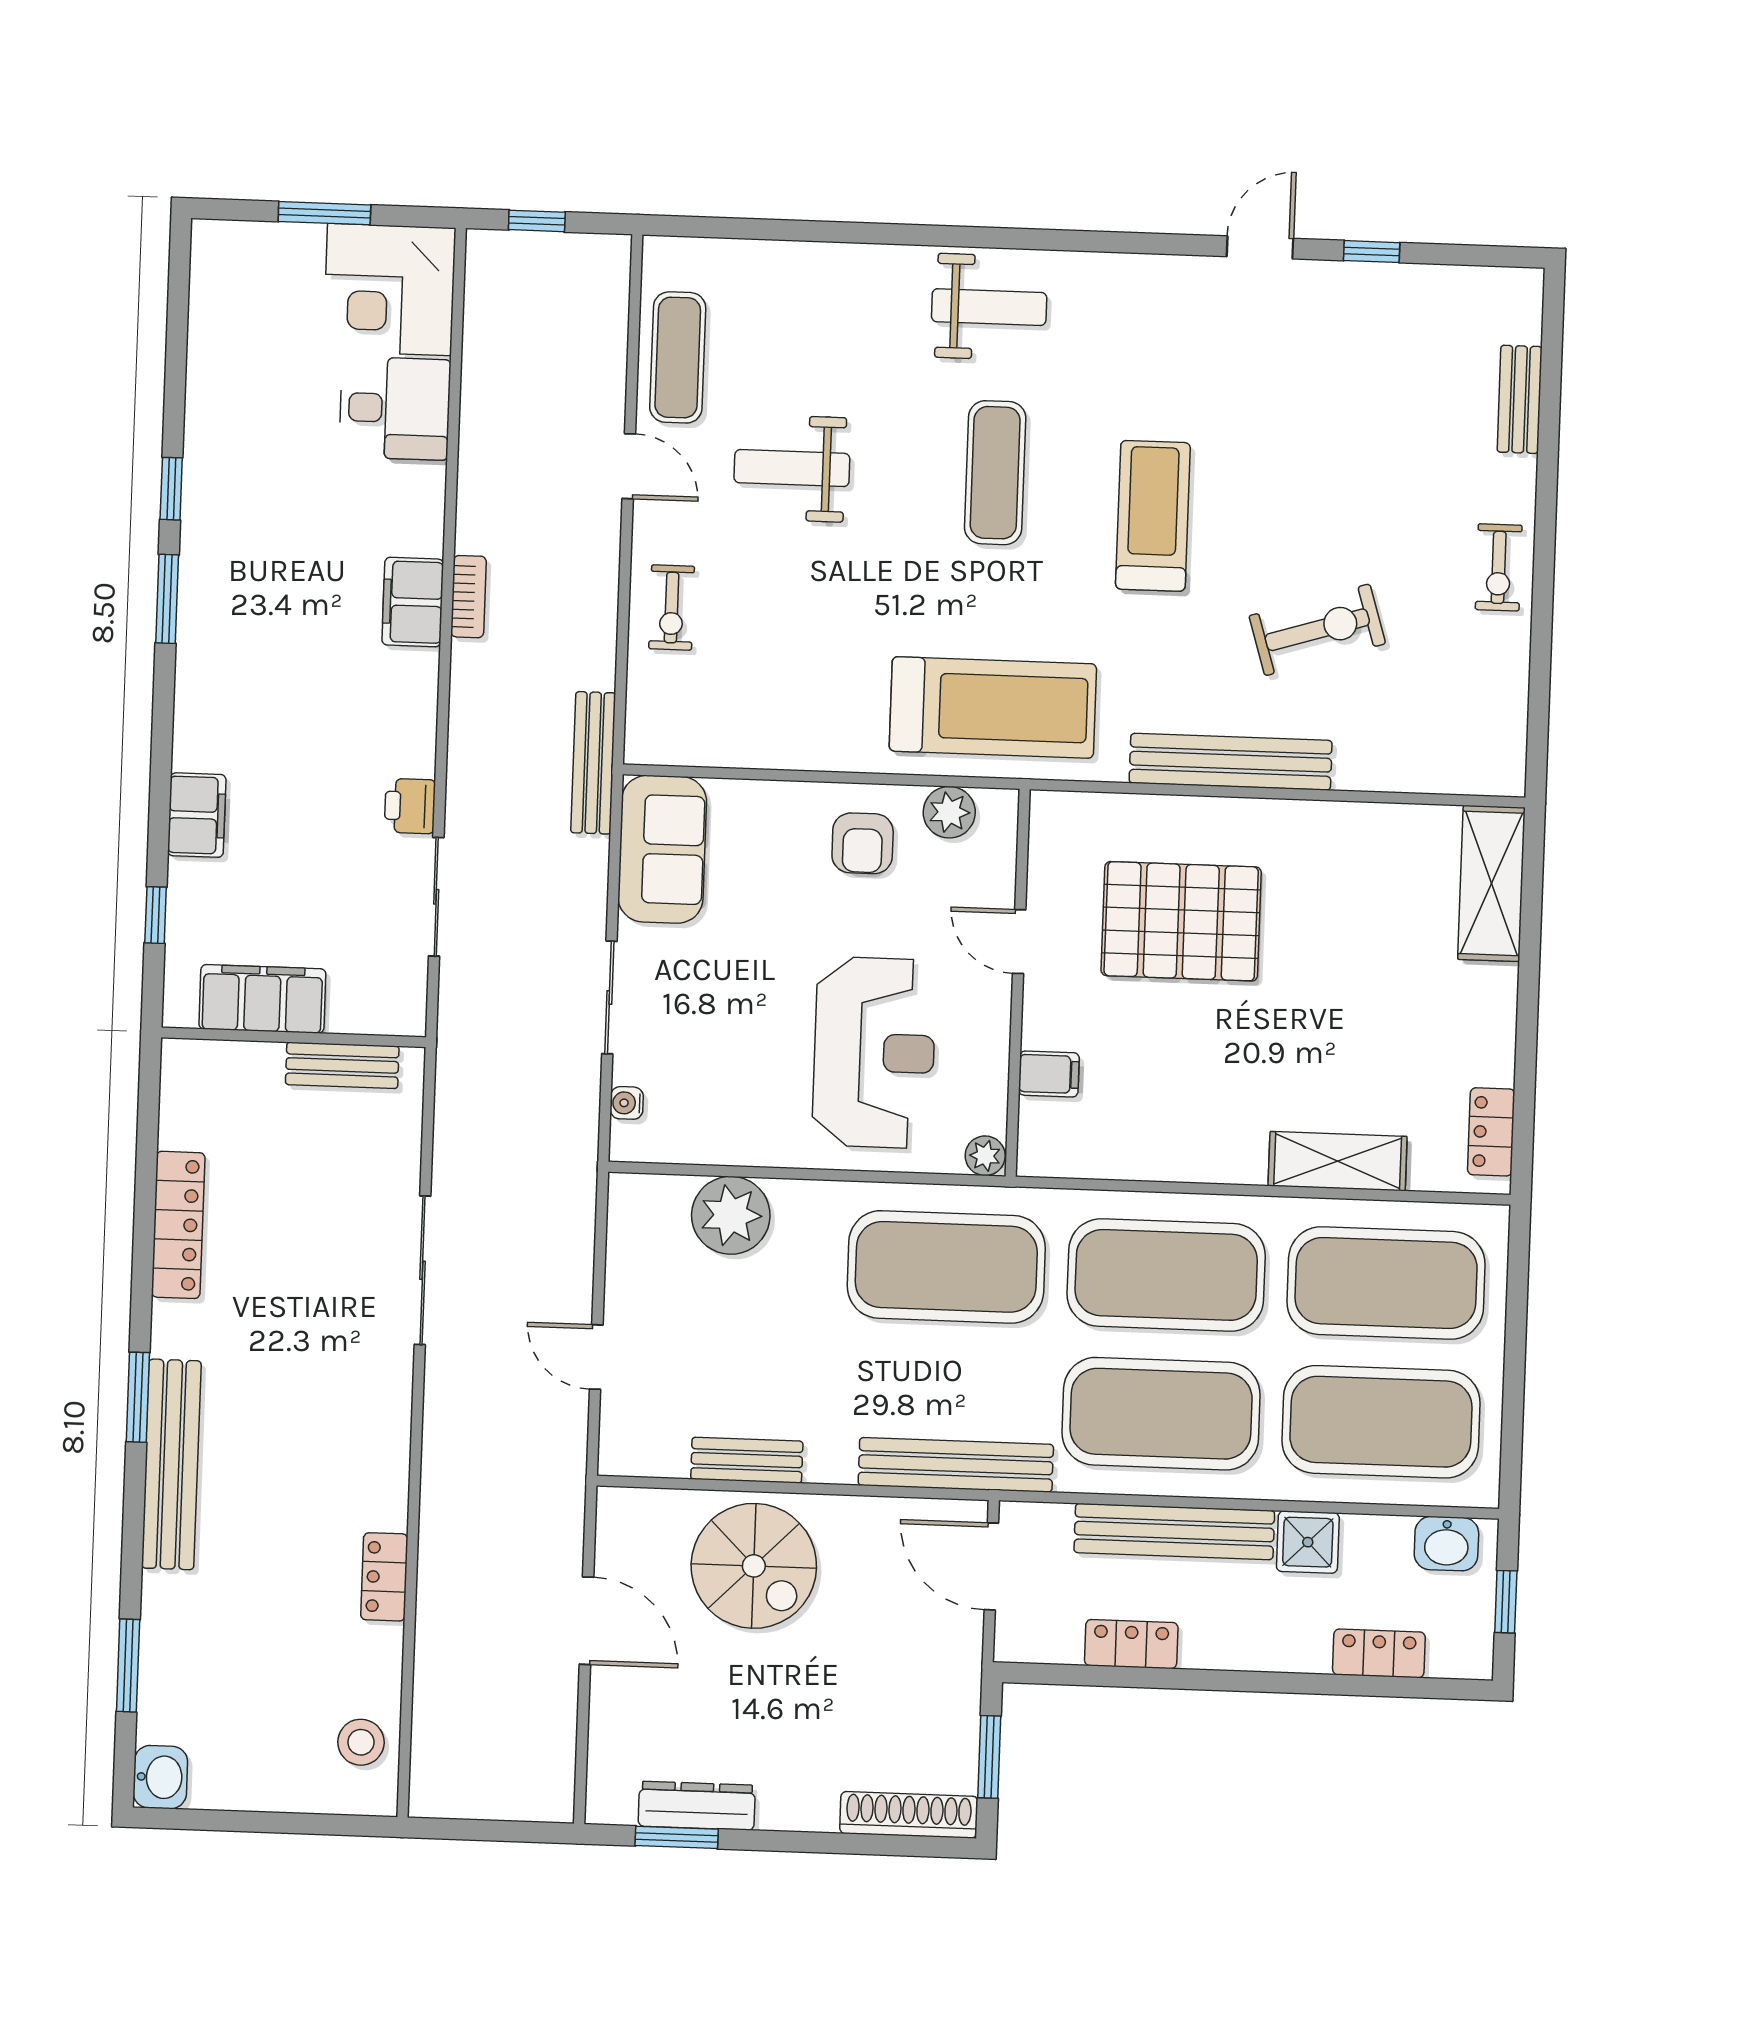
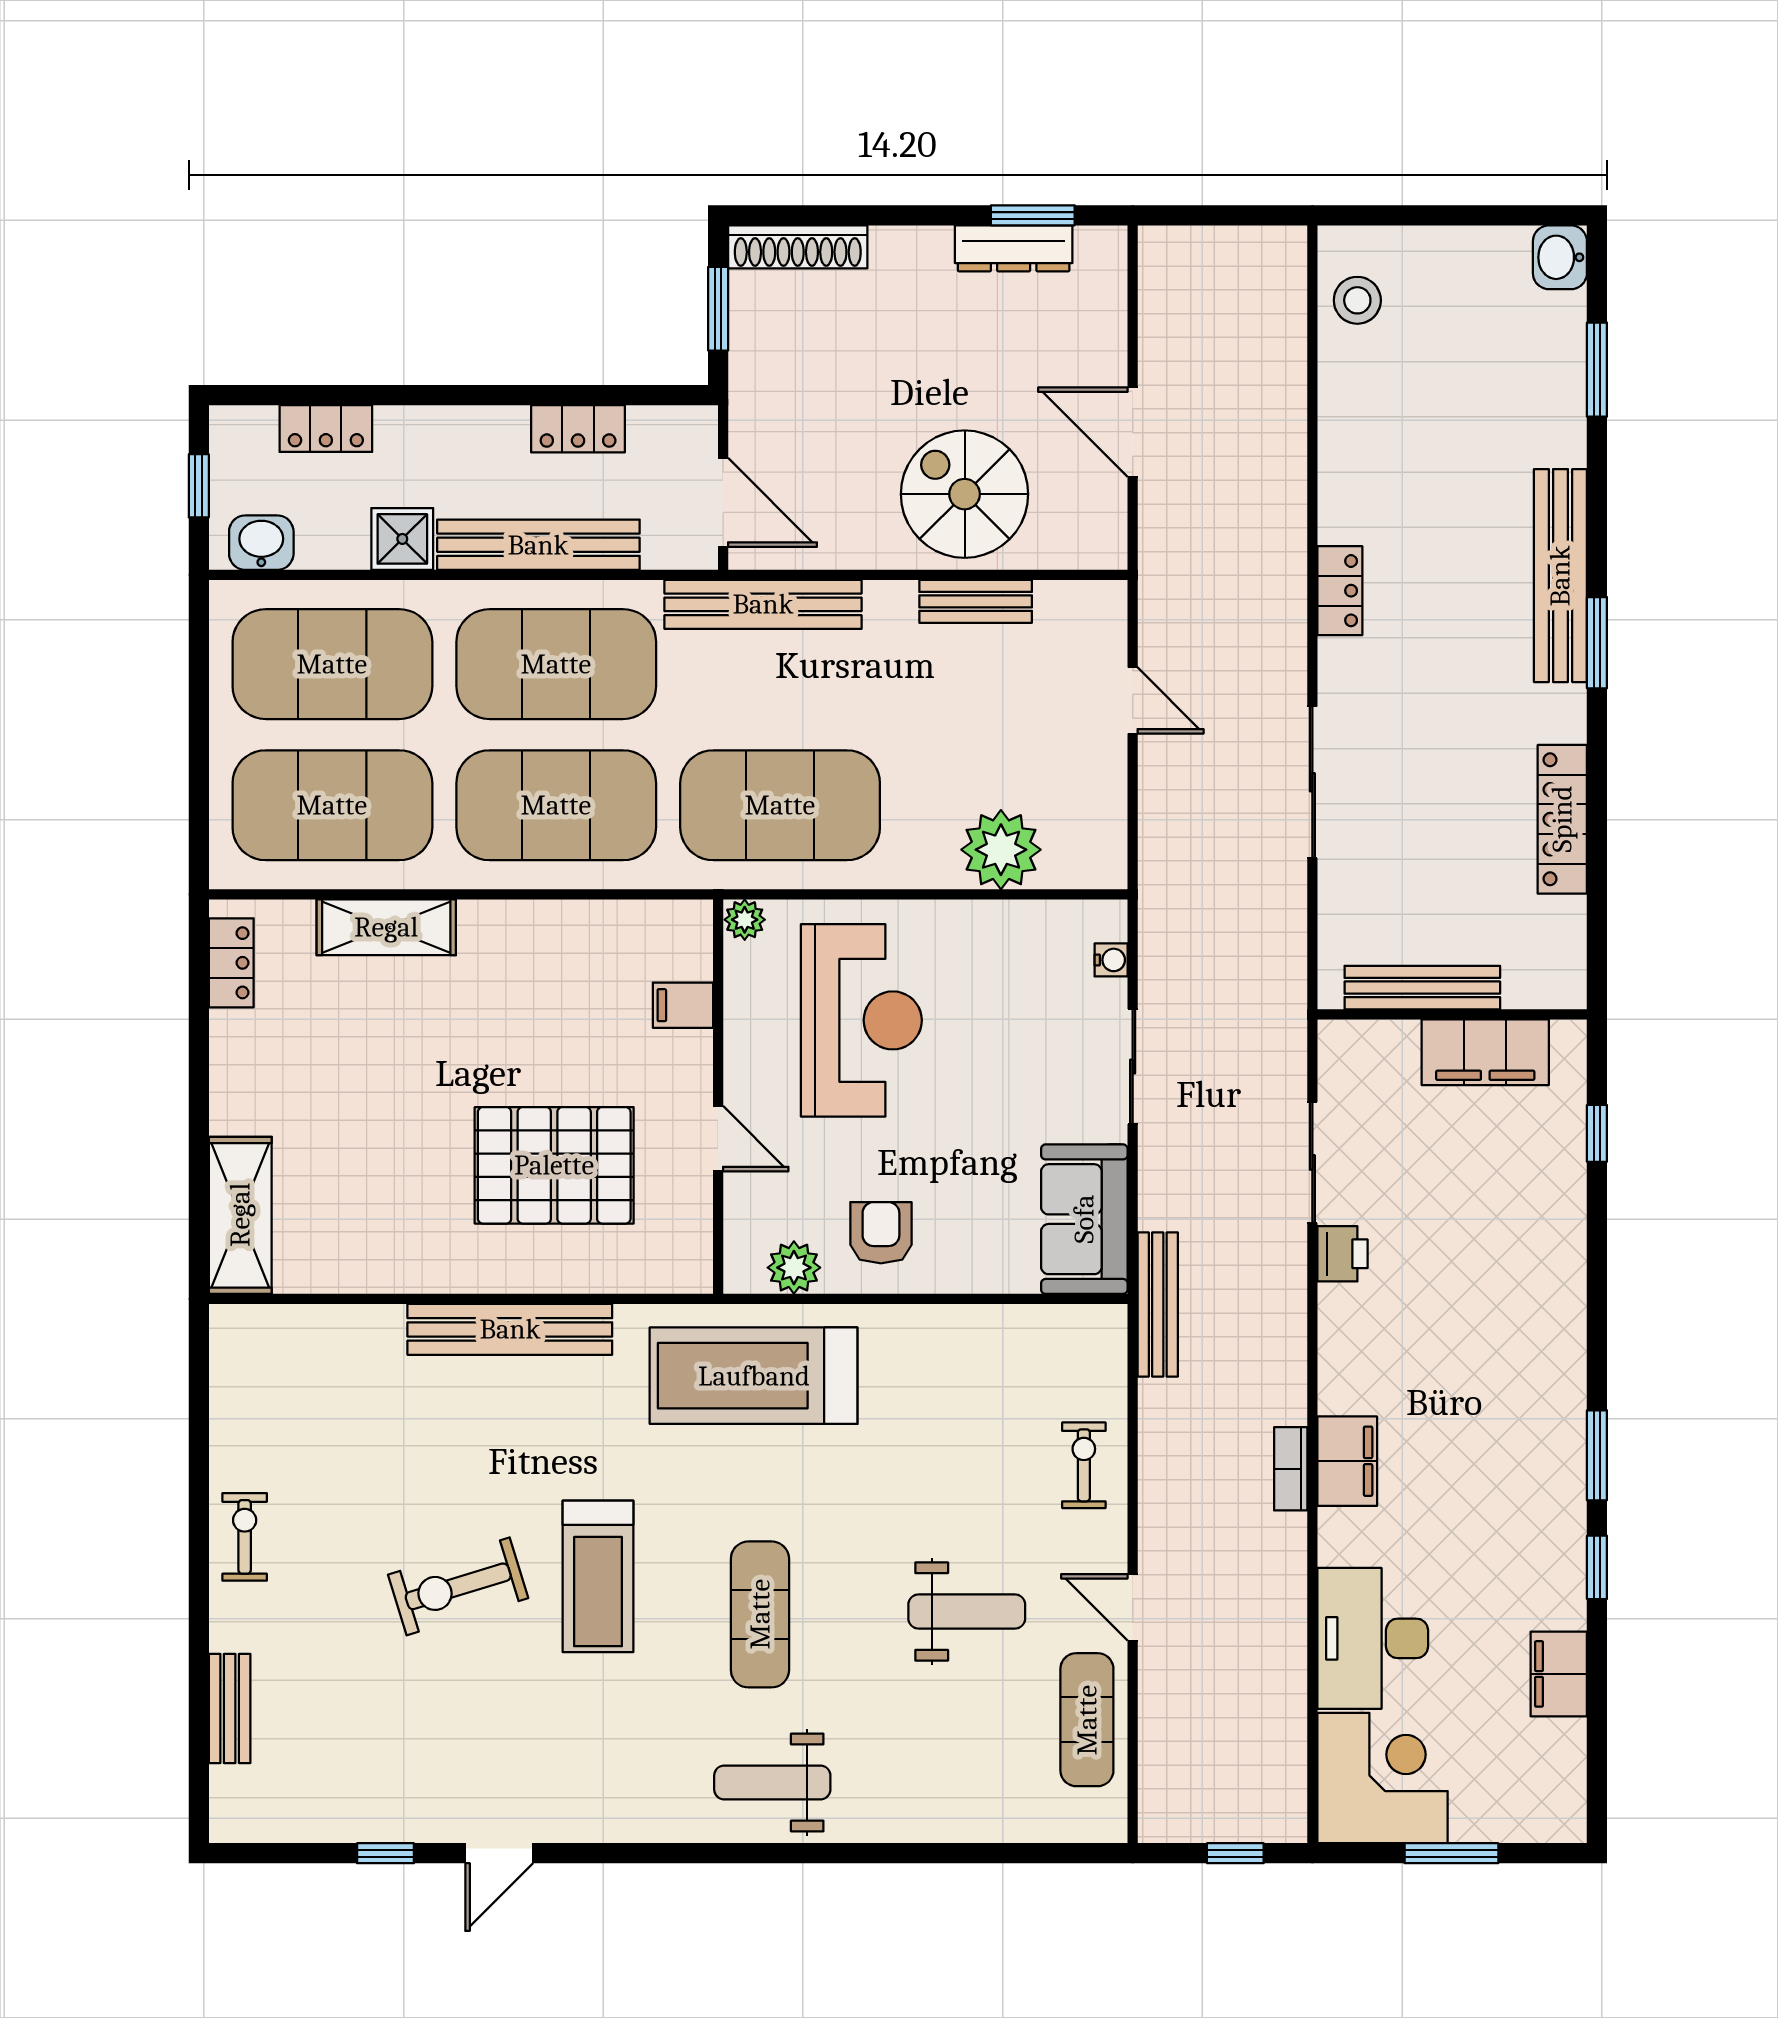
desk: (395, 408) -> (1373, 1638), width x1.37
exercise bike: (1317, 630) -> (458, 1586), moved
filing cabinet: (197, 815) -> (1559, 1674), moved
reception desk: (874, 1053) -> (861, 1020), turned 180
bench: (342, 1065) -> (1422, 988), width x1.36
locker: (384, 1577) -> (1340, 591), moved

